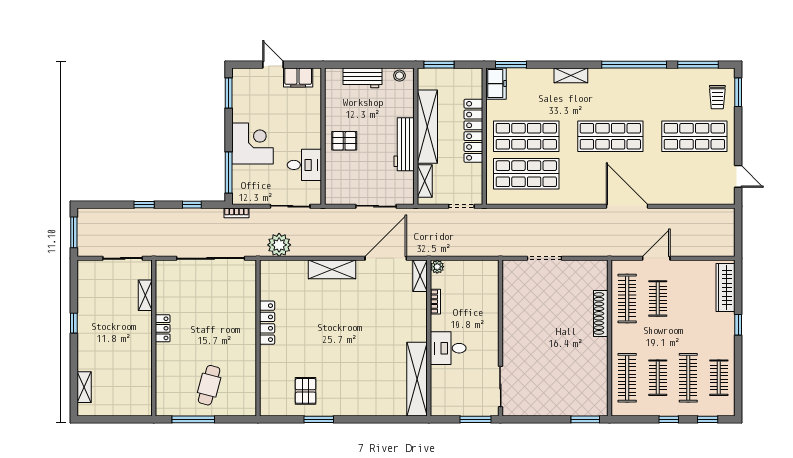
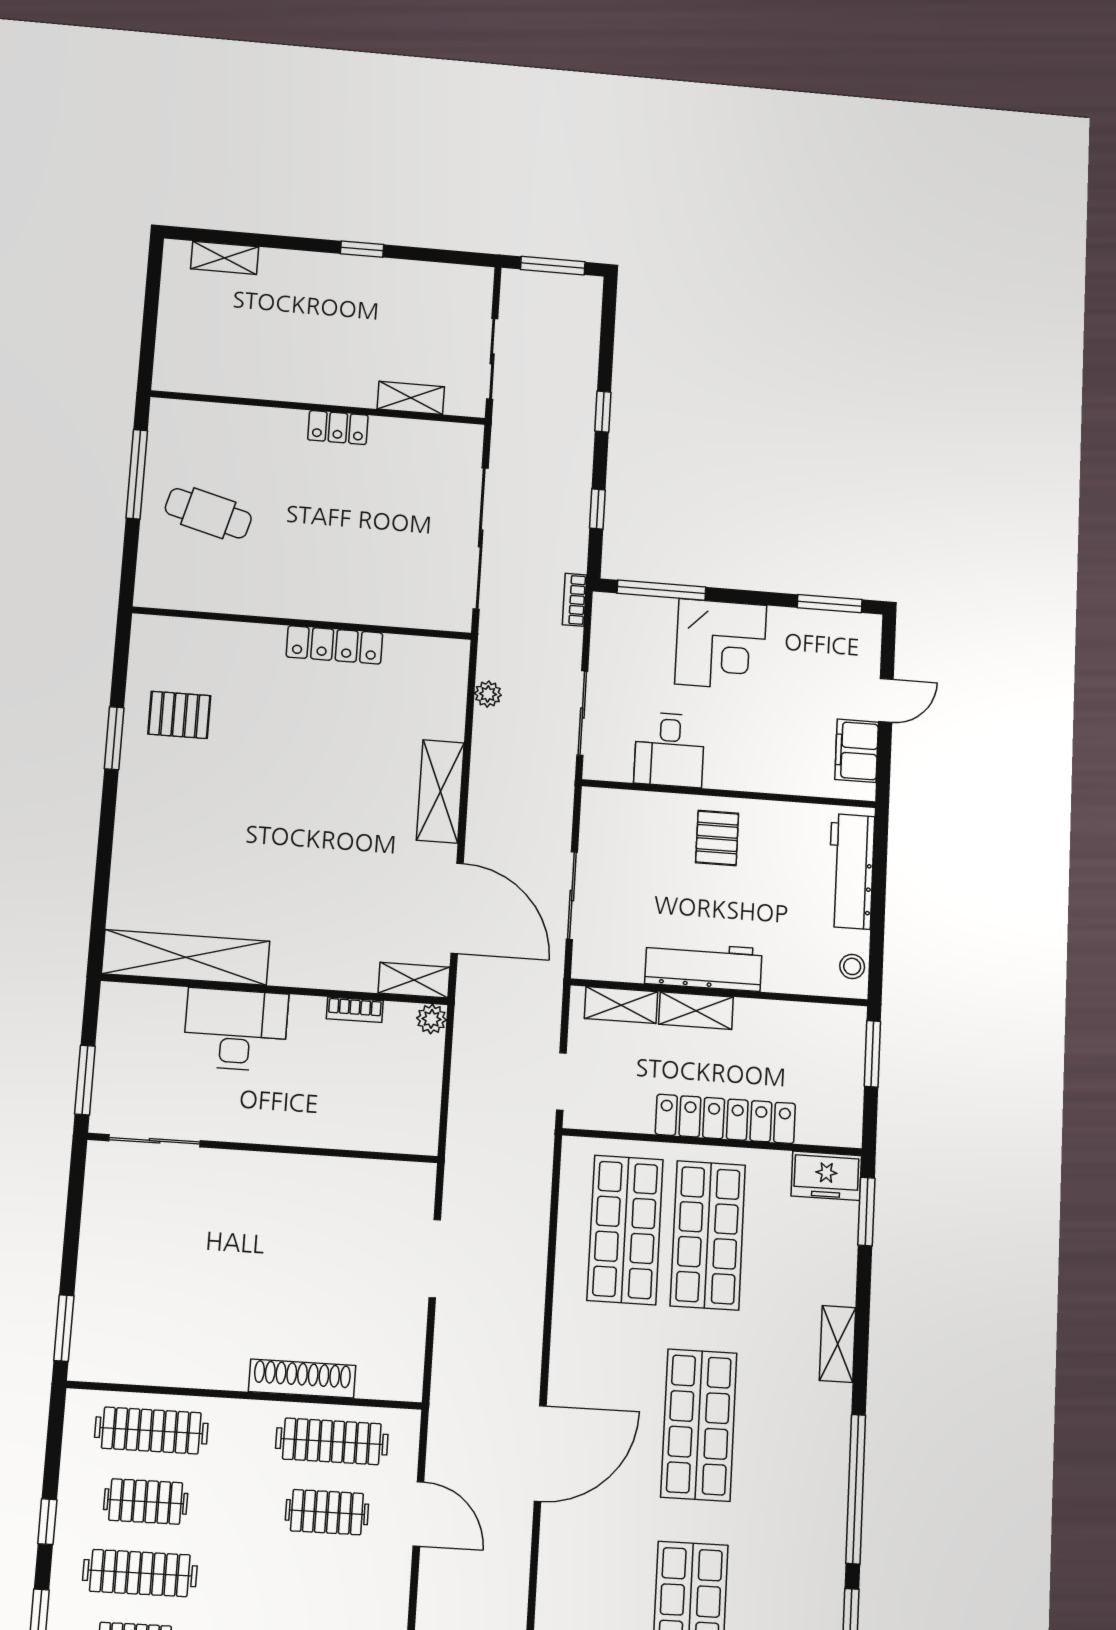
workbench: (362, 78) -> (851, 871), width x1.38
shelving: (427, 127) -> (696, 1011), width x0.45, depth x0.75
plant: (279, 245) -> (488, 694), width x0.53, depth x0.53
desk: (448, 348) -> (236, 1030), width x1.37

